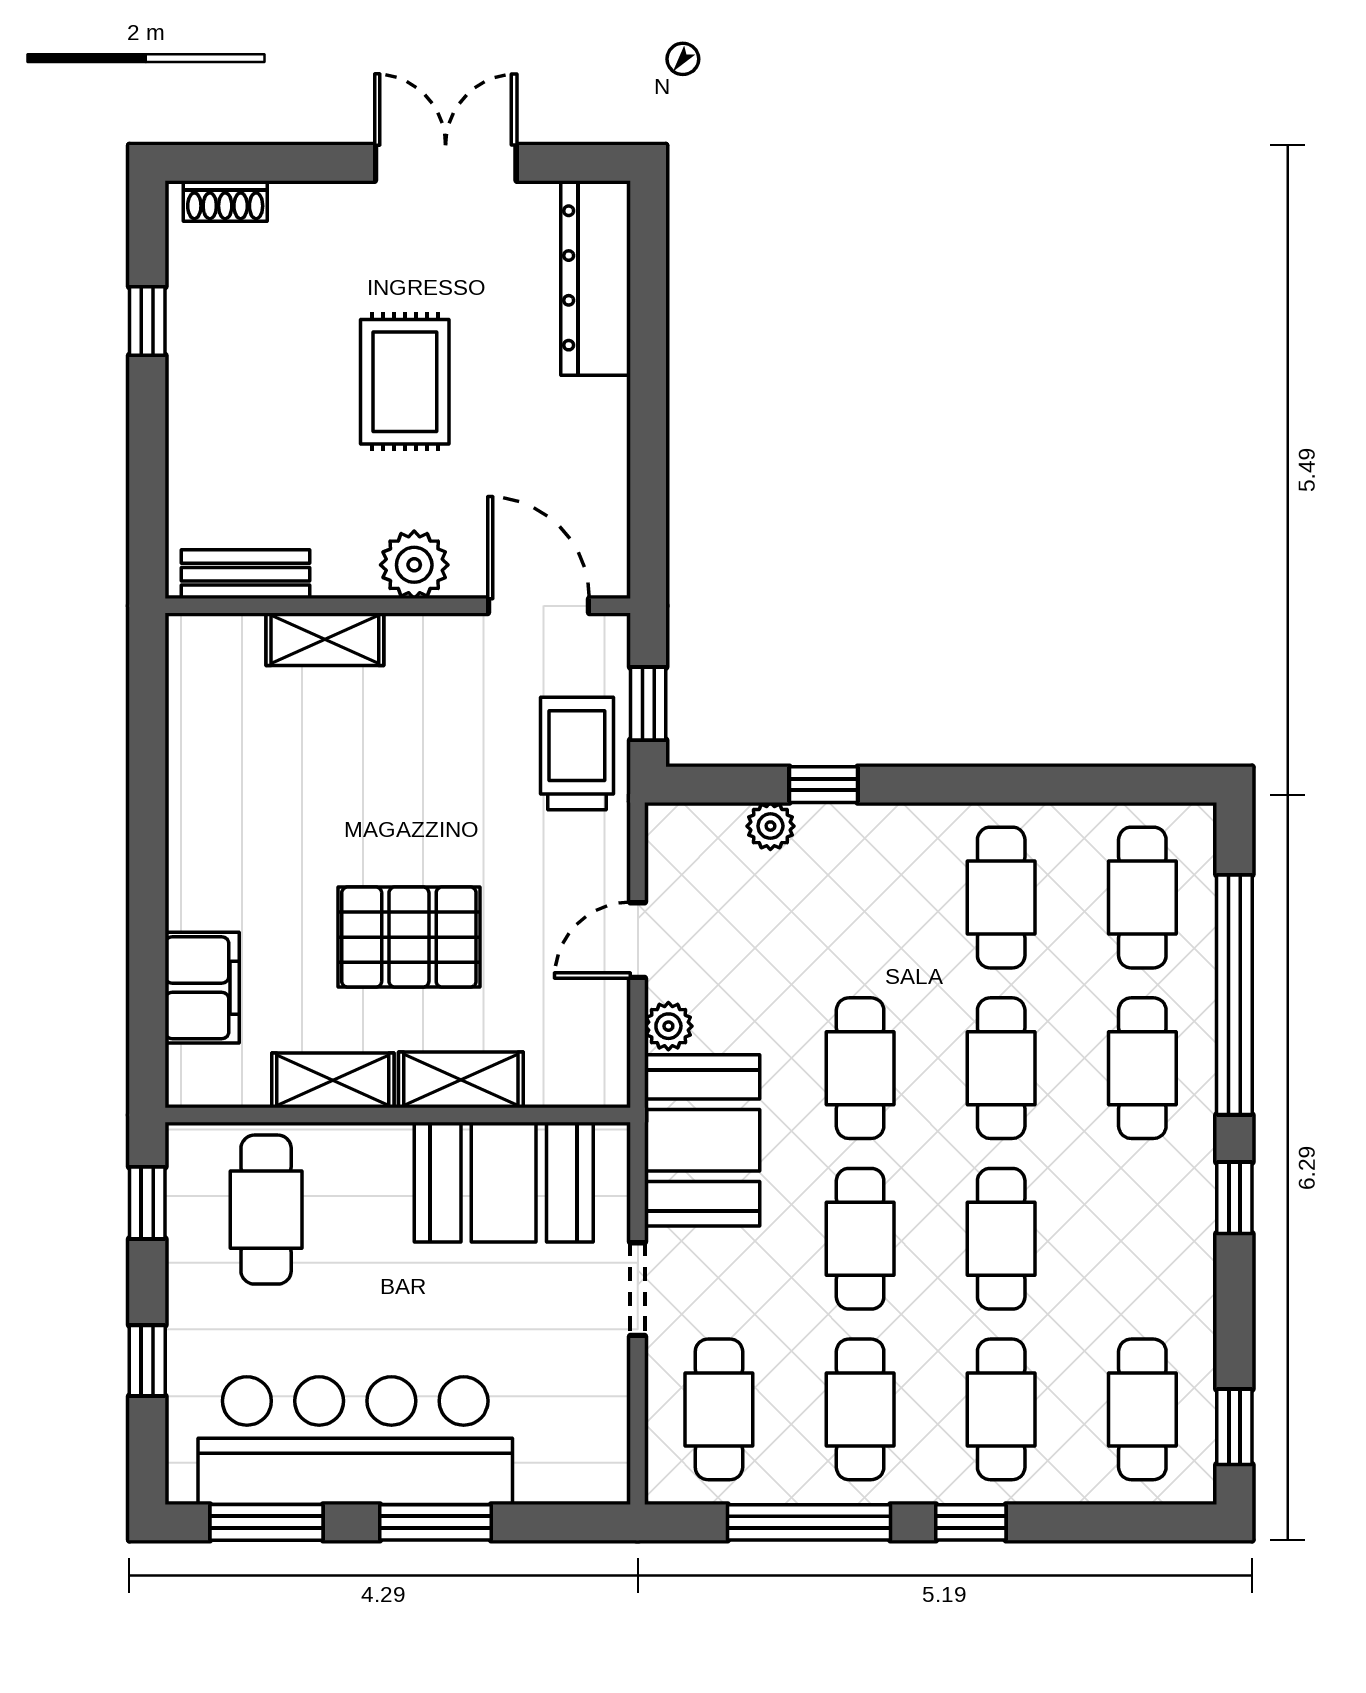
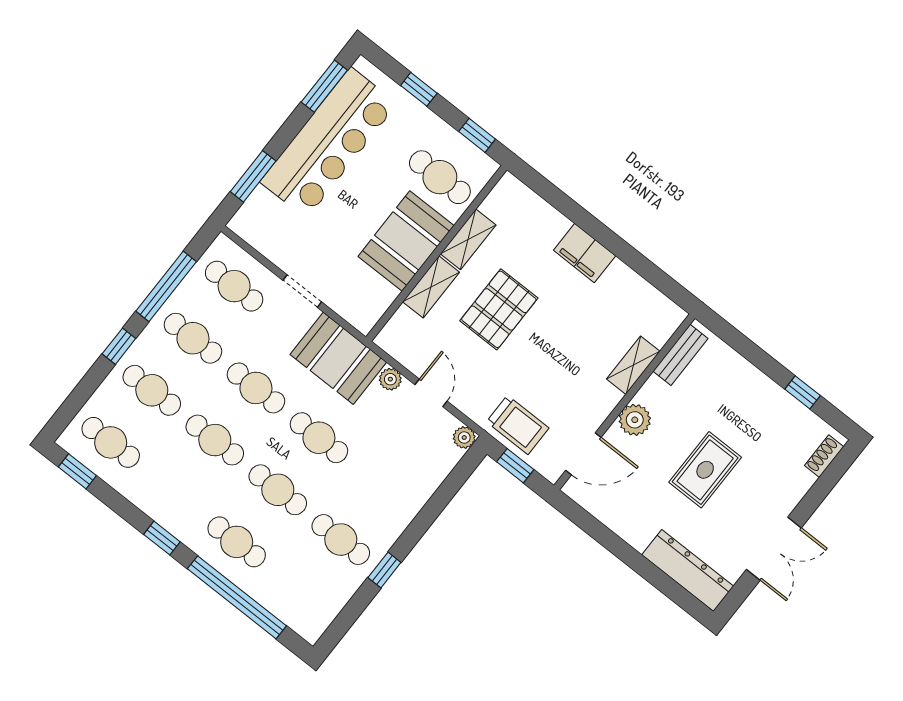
rug: (405, 382) -> (705, 470), turned 90
window: (823, 785) -> (384, 570), moved
plant: (770, 826) -> (464, 438), moved
cafe table: (1142, 898) -> (300, 592), removed
filing cabinet: (202, 988) -> (585, 253), moved
booth: (504, 1182) -> (406, 241), moved
window: (436, 1522) -> (253, 176), moved

